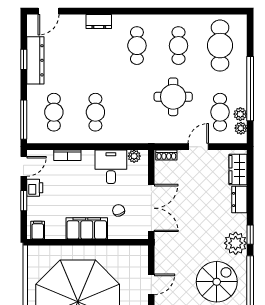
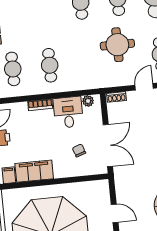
bookcase: (67, 155) -> (40, 105), moved
filing cabinet: (87, 228) -> (34, 171), moved
door: (151, 284) -> (115, 213), hinge flipped

